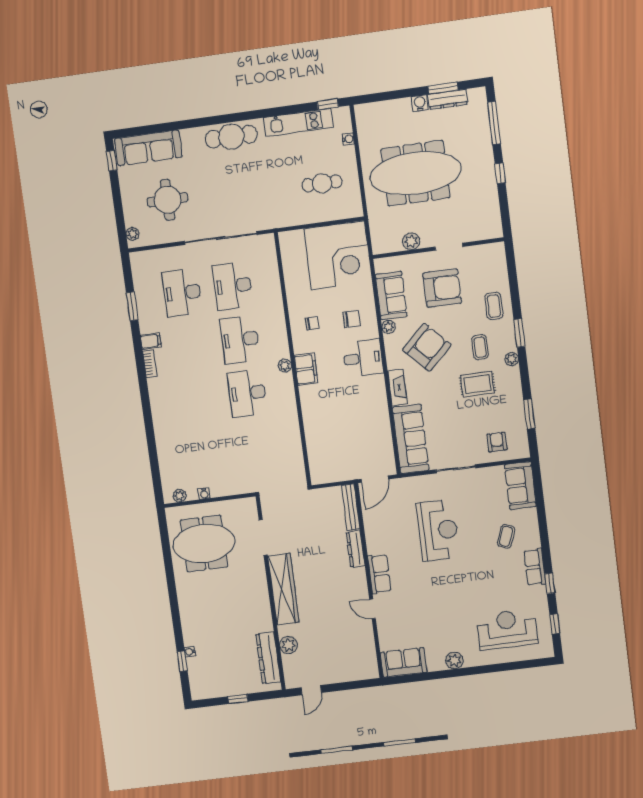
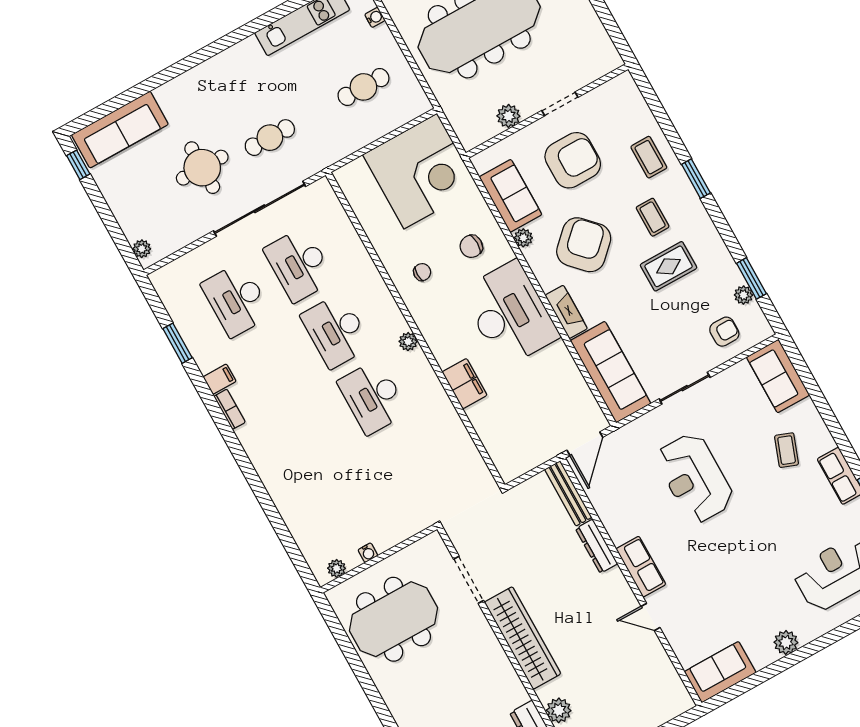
cafe table: (231, 137) -> (270, 138), moved, width x0.73, depth x0.74
round table: (168, 200) -> (202, 168), moved
chair: (352, 319) -> (471, 246), turned 180
desk: (363, 358) -> (510, 314), width x1.87, depth x1.30
plant: (512, 359) -> (743, 295), moved
filing cabinet: (306, 369) -> (465, 384), moved
armchair: (497, 442) -> (724, 332), turned 90
reception desk: (438, 530) -> (695, 478), turned 180

